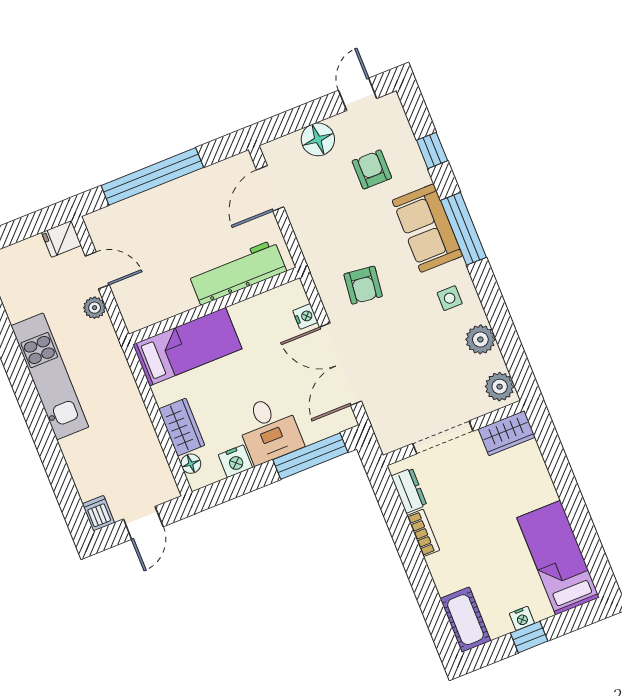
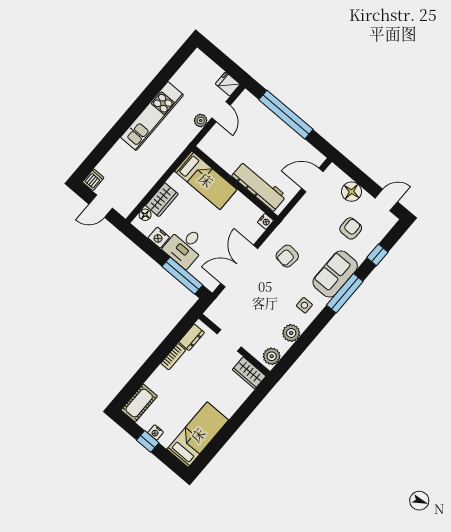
nightstand: (305, 317) -> (265, 221), moved
doorway: (443, 437) -> (229, 340), width x0.73

